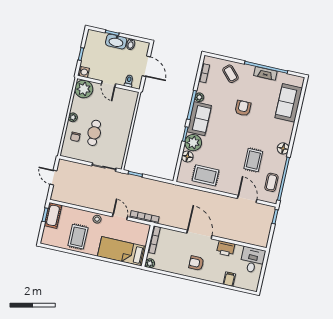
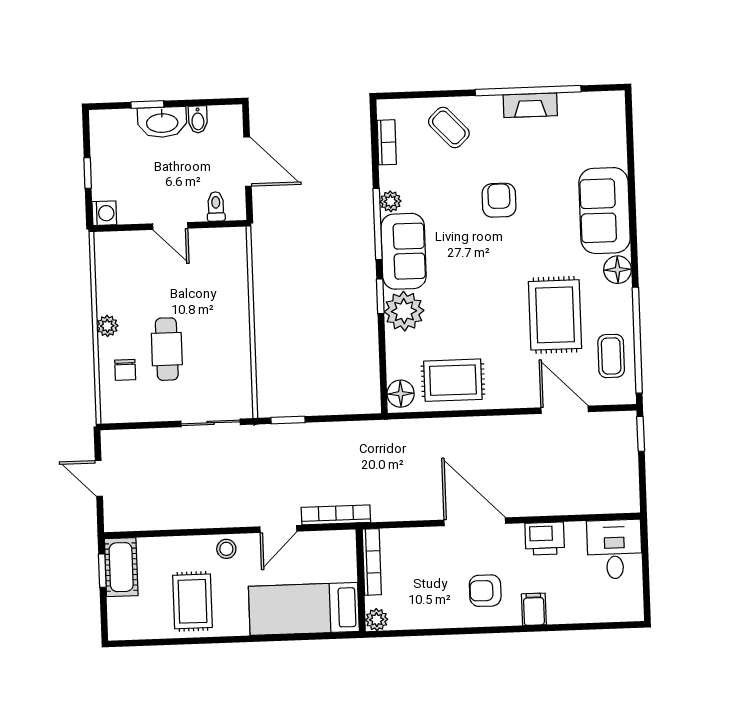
plant: (84, 89) -> (116, 253), removed
sofa: (289, 103) -> (605, 211), moved
floor lamp: (187, 156) -> (401, 394), moved
rug: (253, 160) -> (555, 315), width x1.36, depth x1.43
door: (120, 217) -> (278, 529), swing flipped
filing cabinet: (229, 279) -> (534, 609), moved

